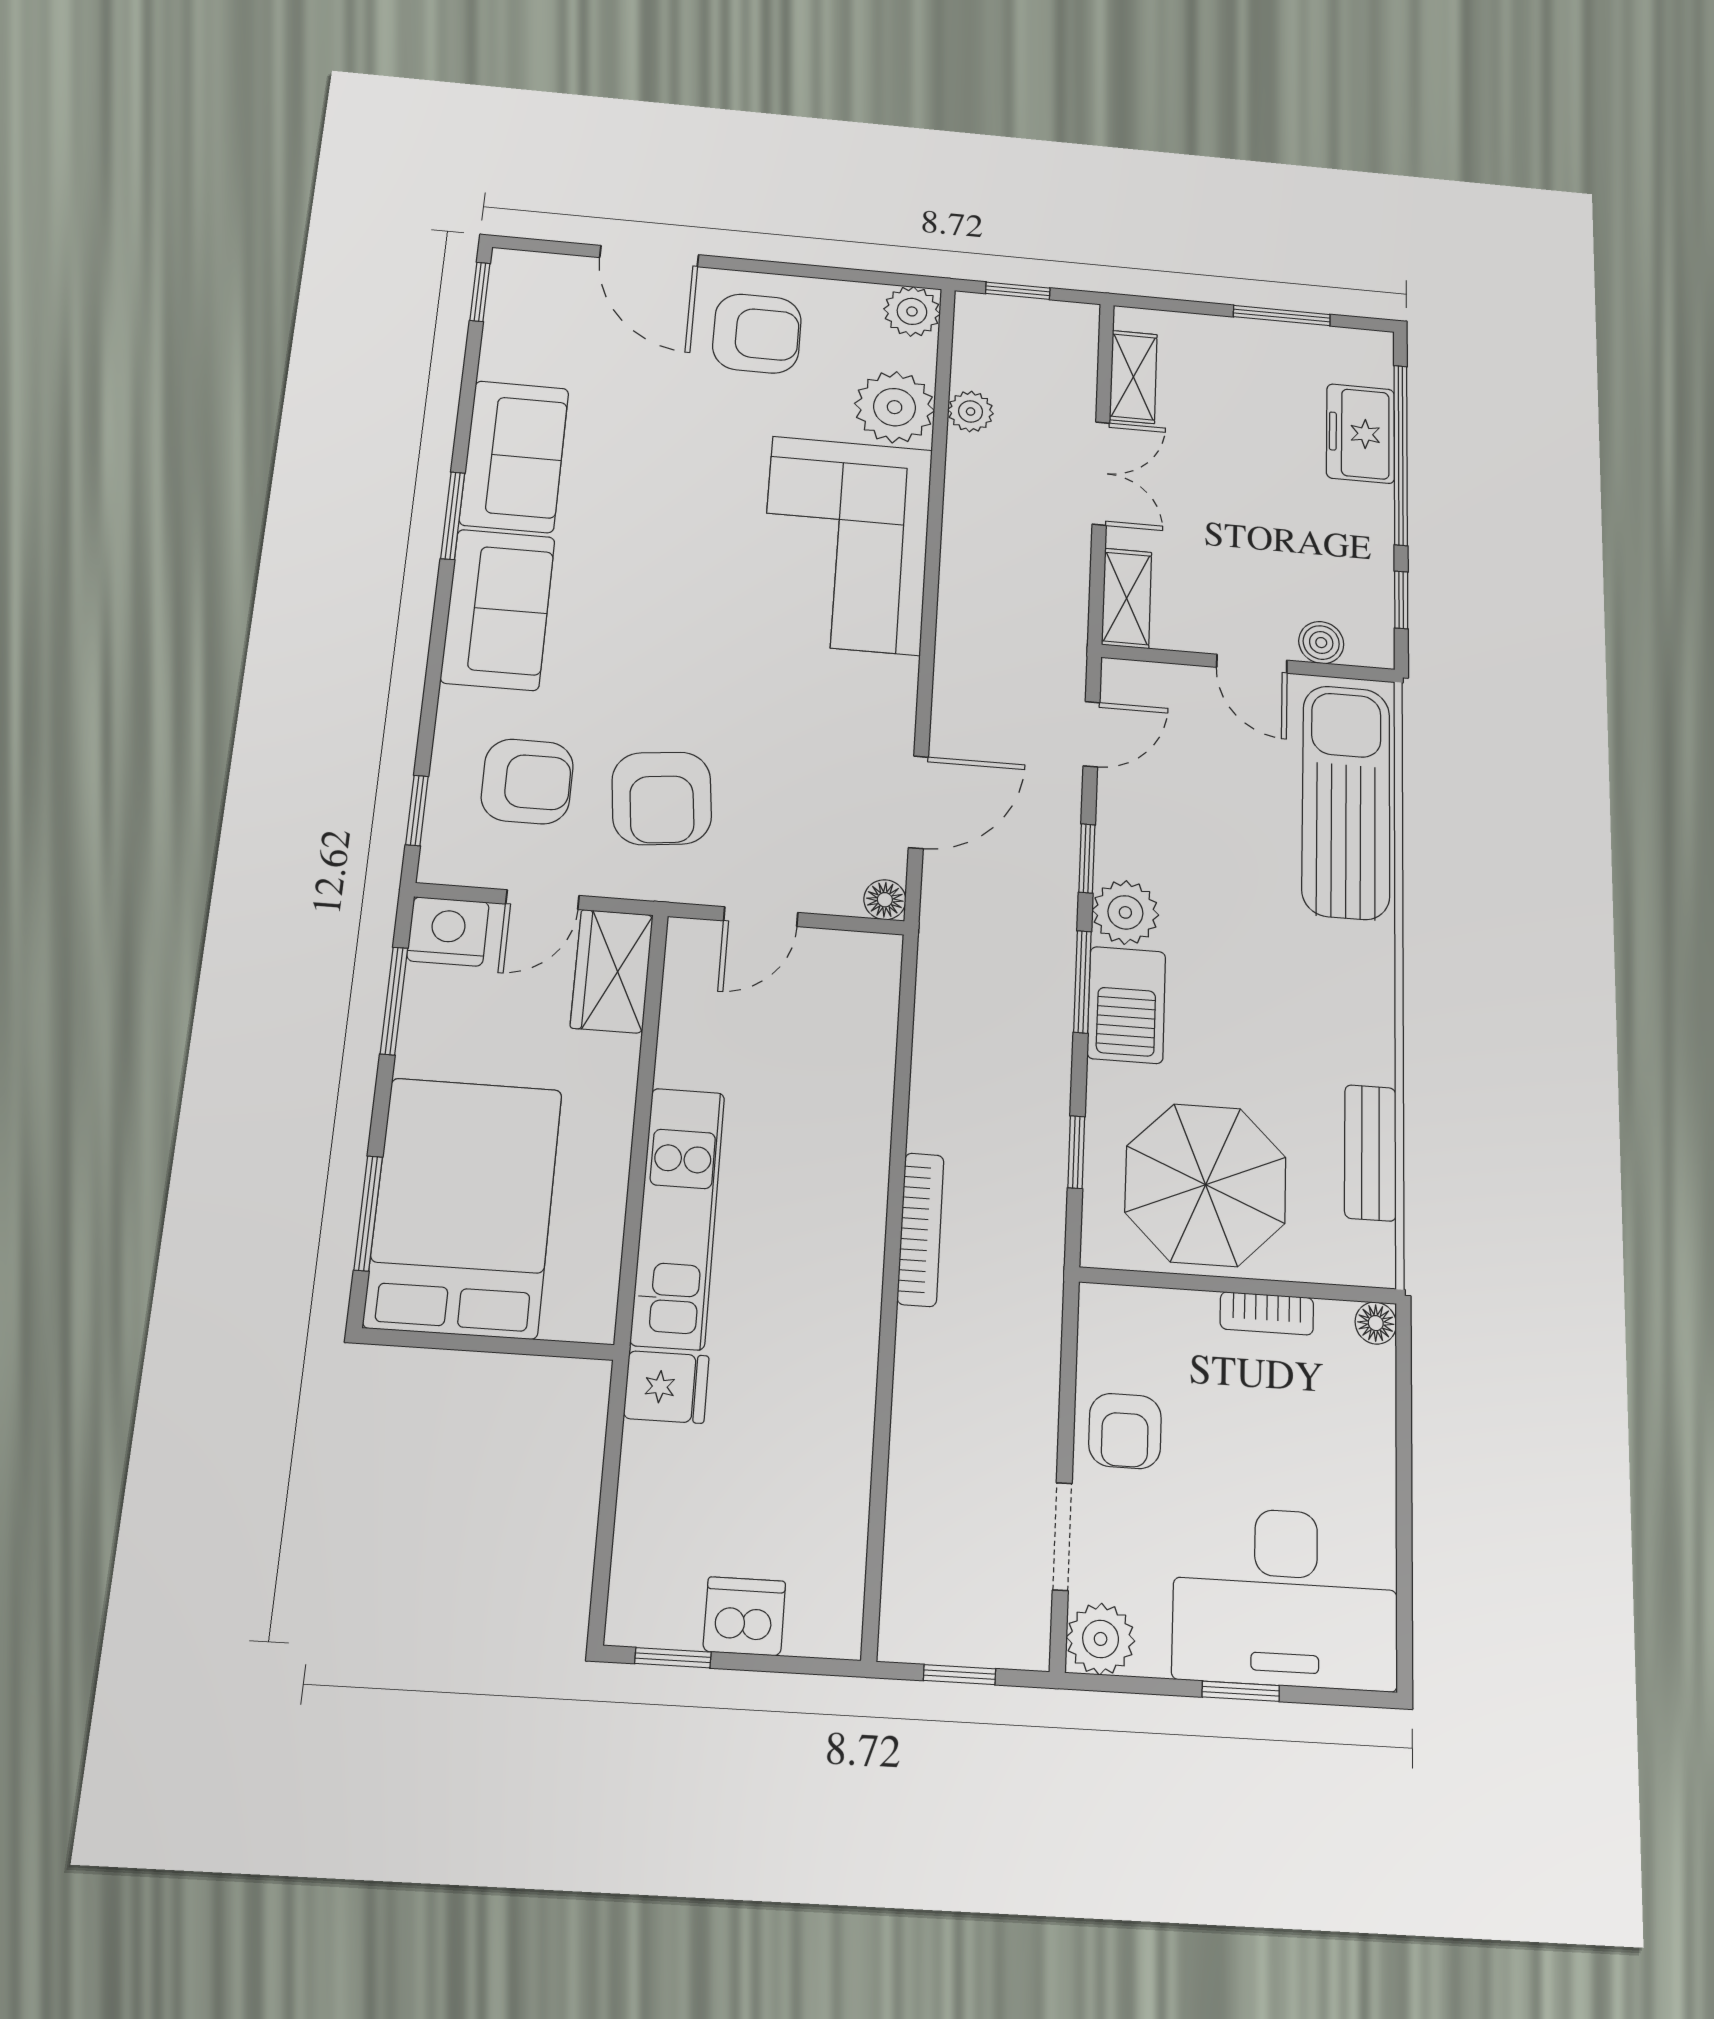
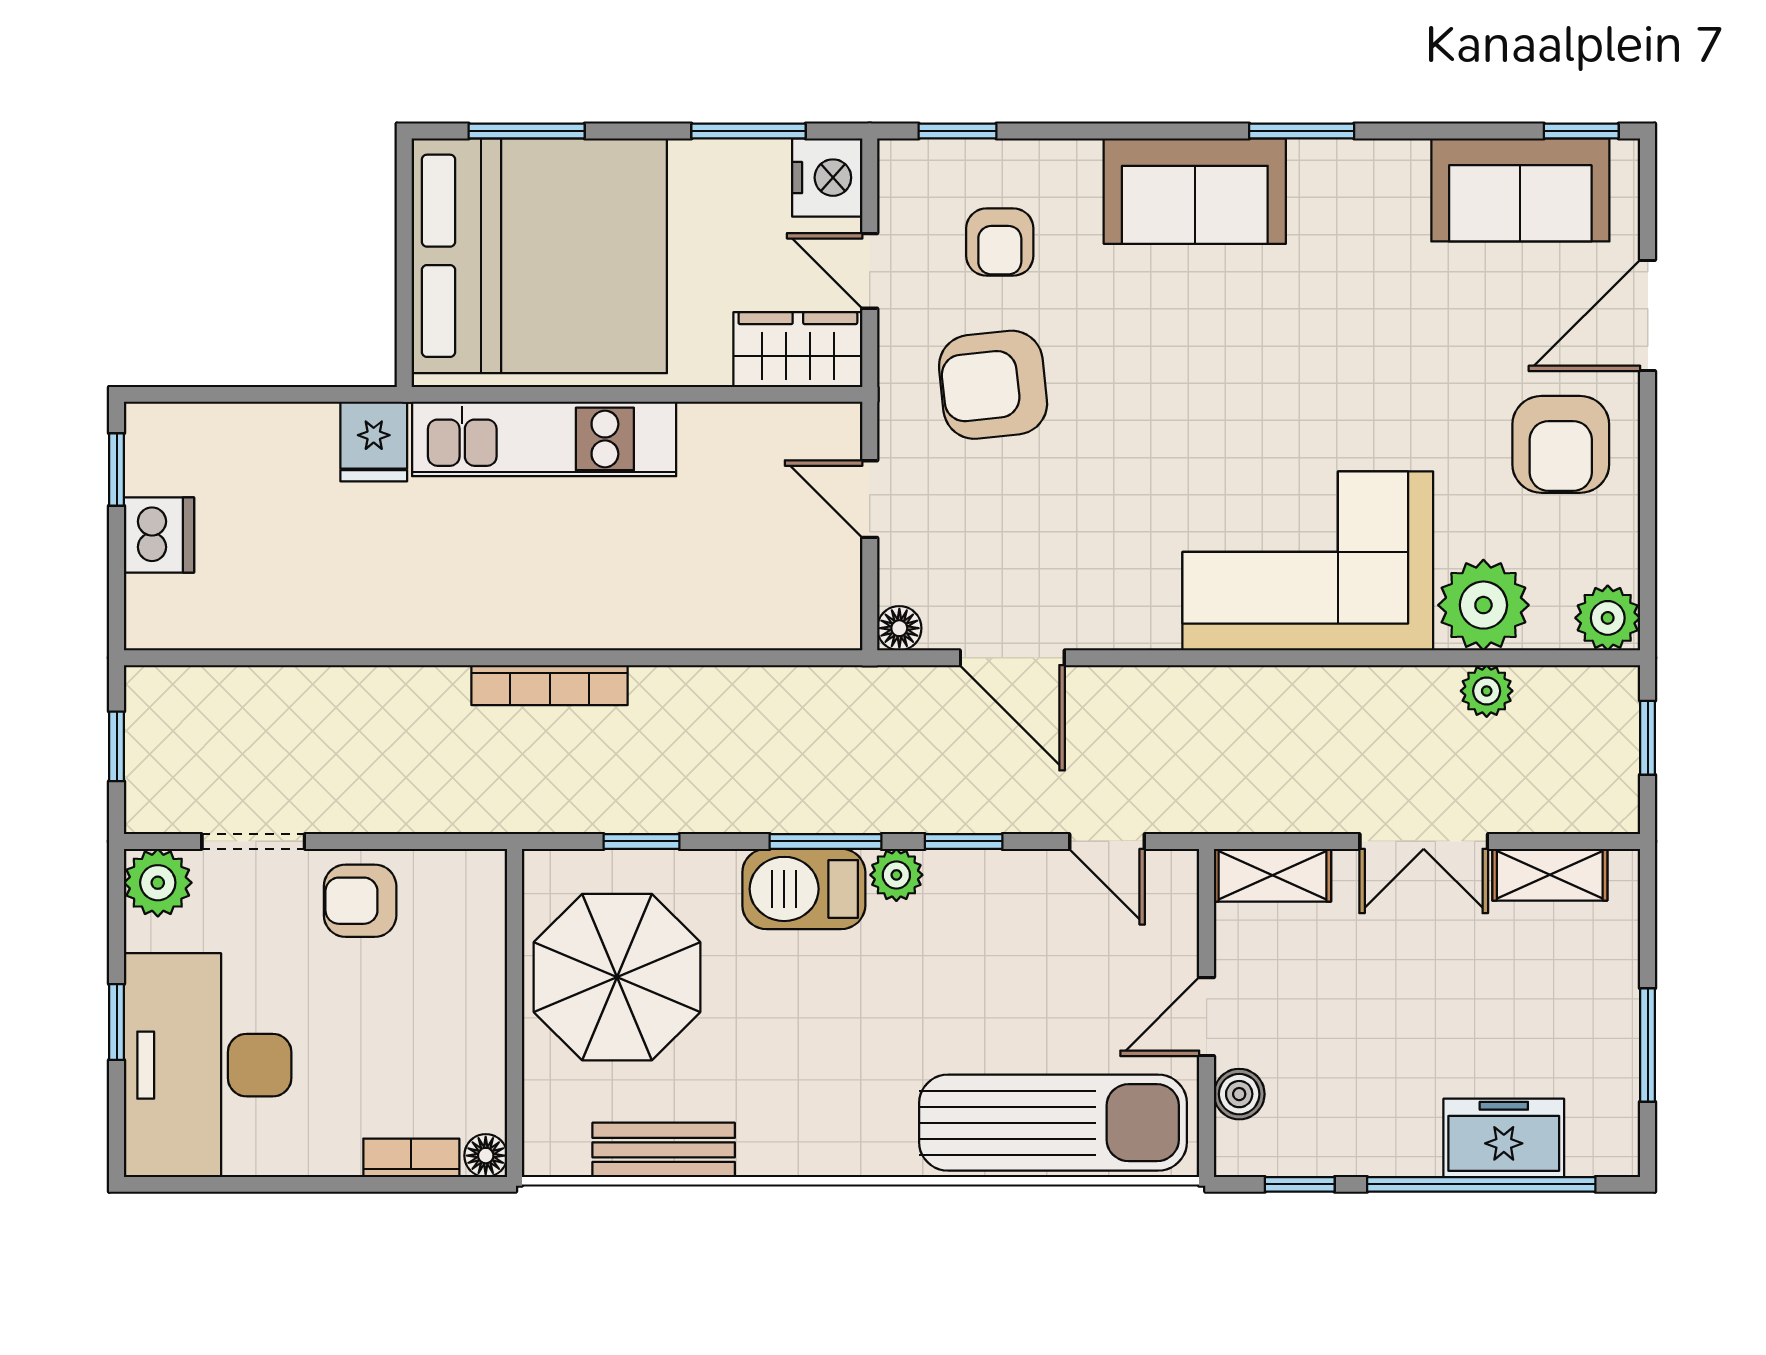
sofa: (514, 456) -> (1520, 190), moved
armchair: (527, 781) -> (1000, 242), width x0.72, depth x0.72
plant: (1125, 912) -> (896, 875), width x0.73, depth x0.73
bed: (464, 1207) -> (539, 256), width x1.36
bookcase: (1267, 1313) -> (411, 1158), moved, turned 90

